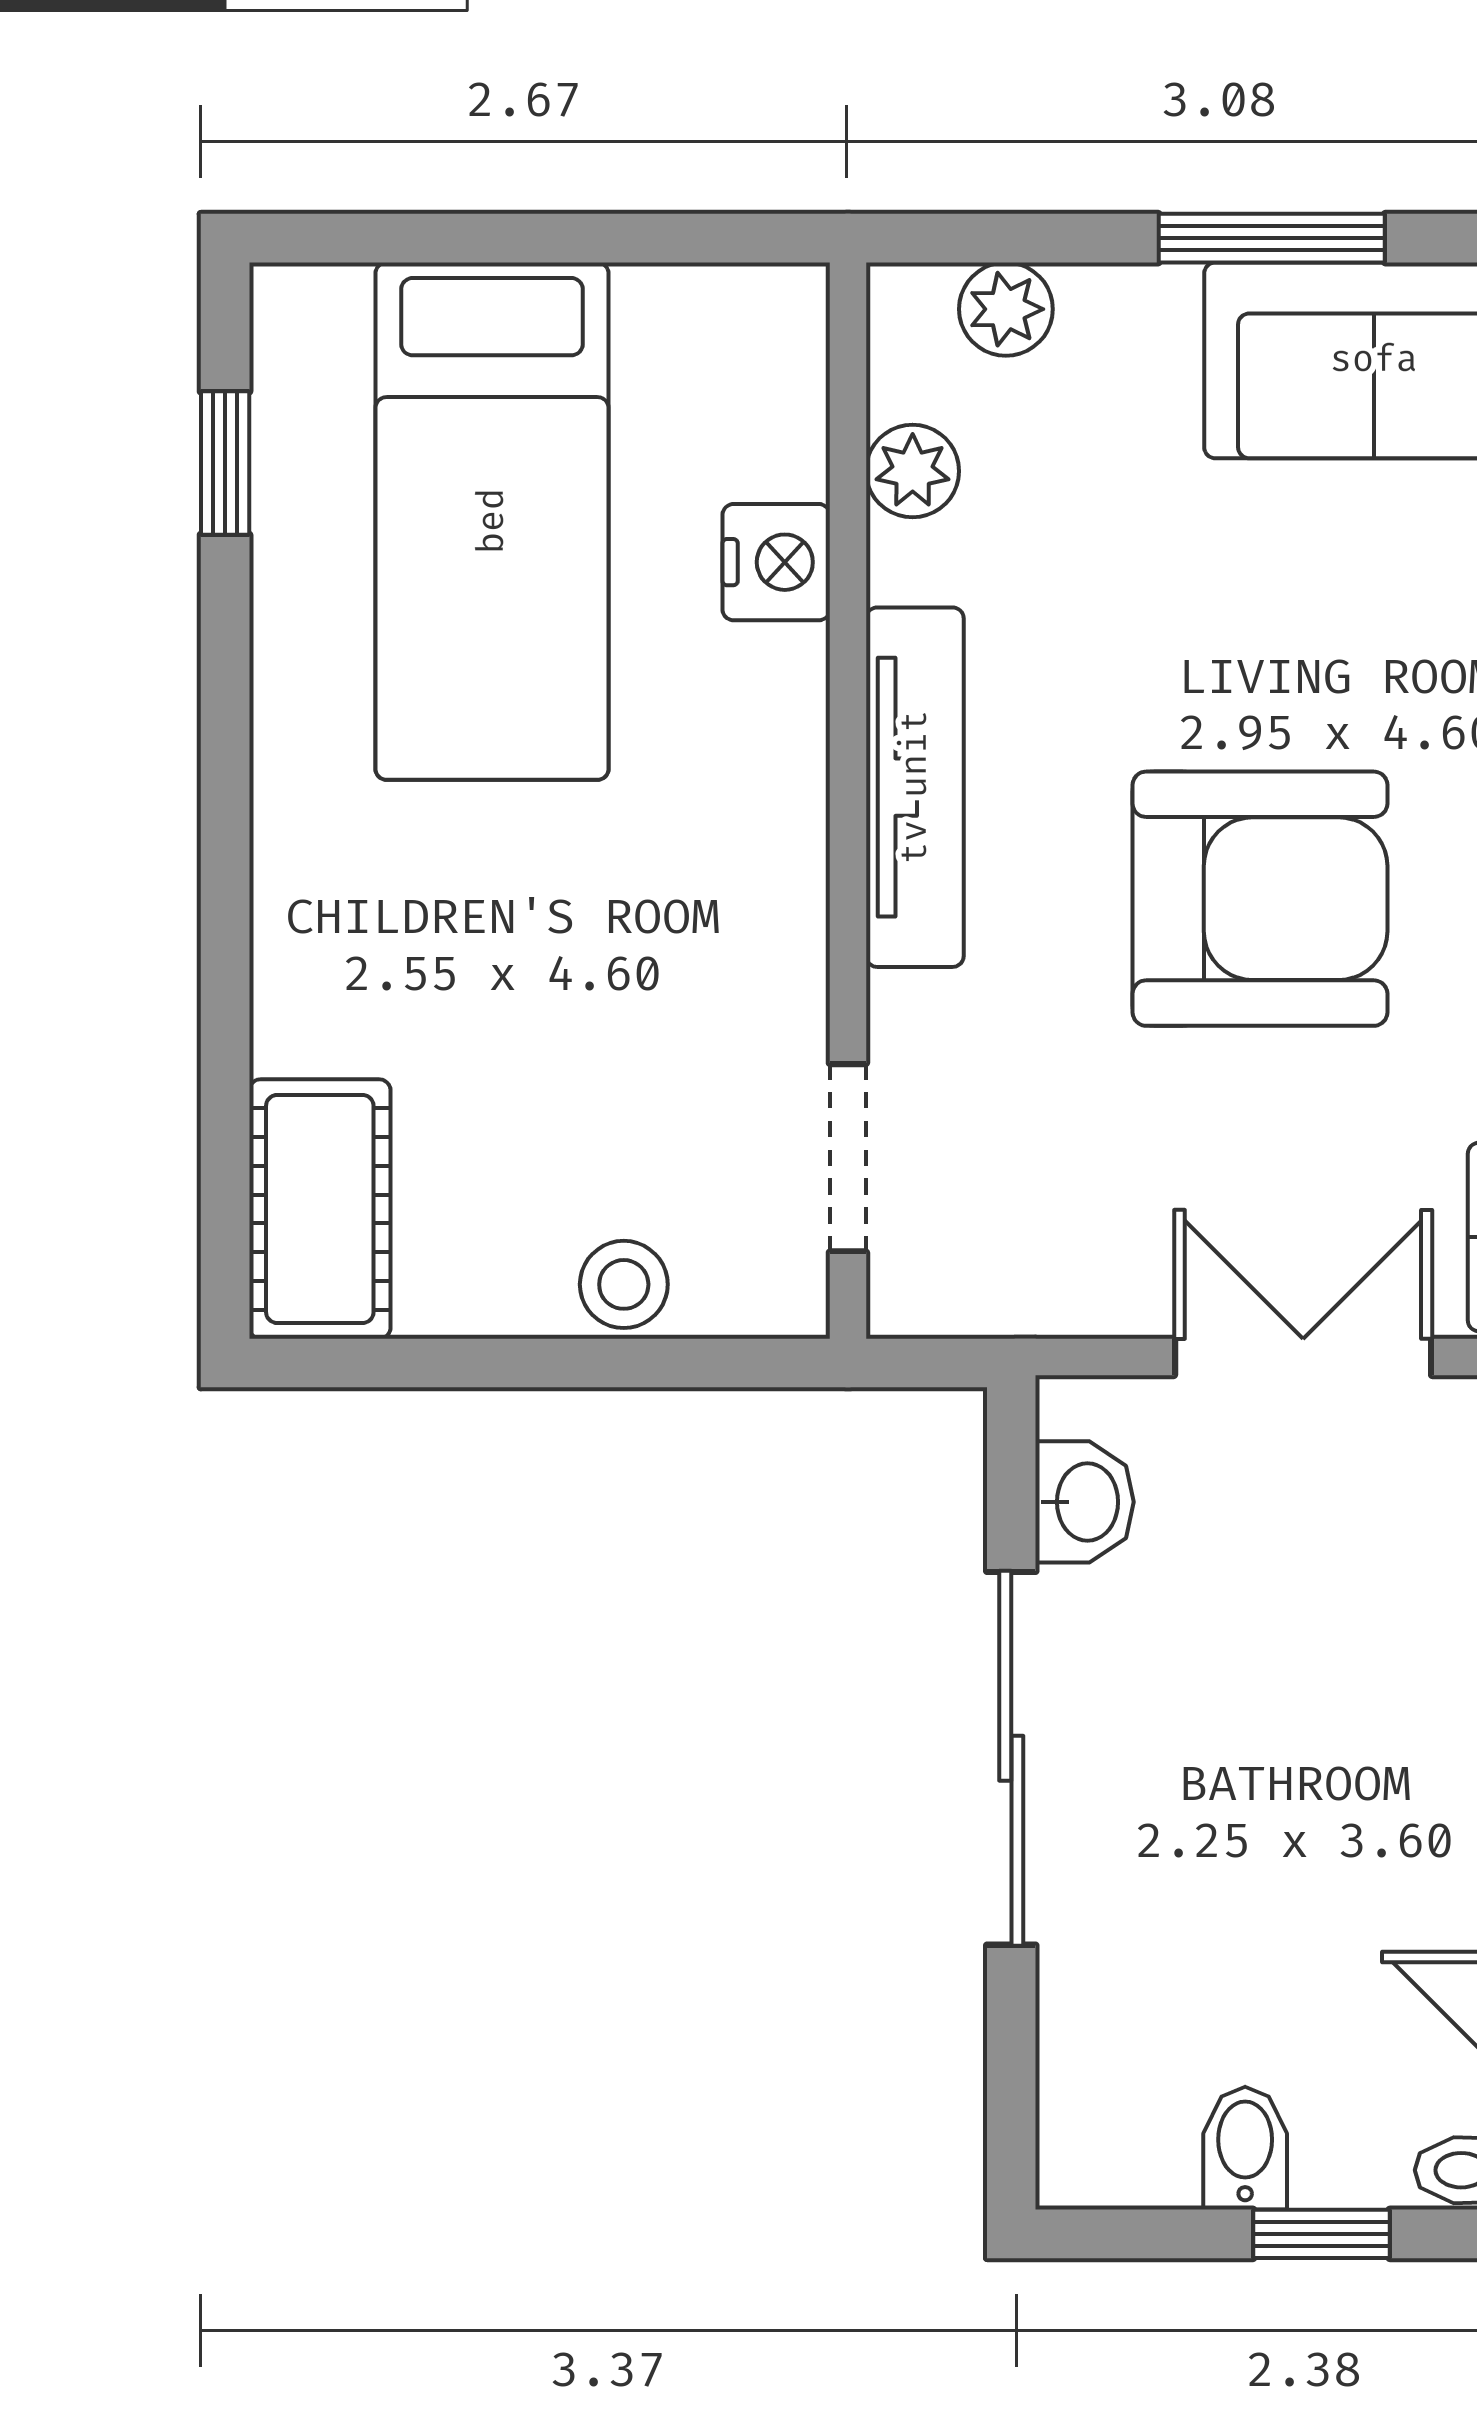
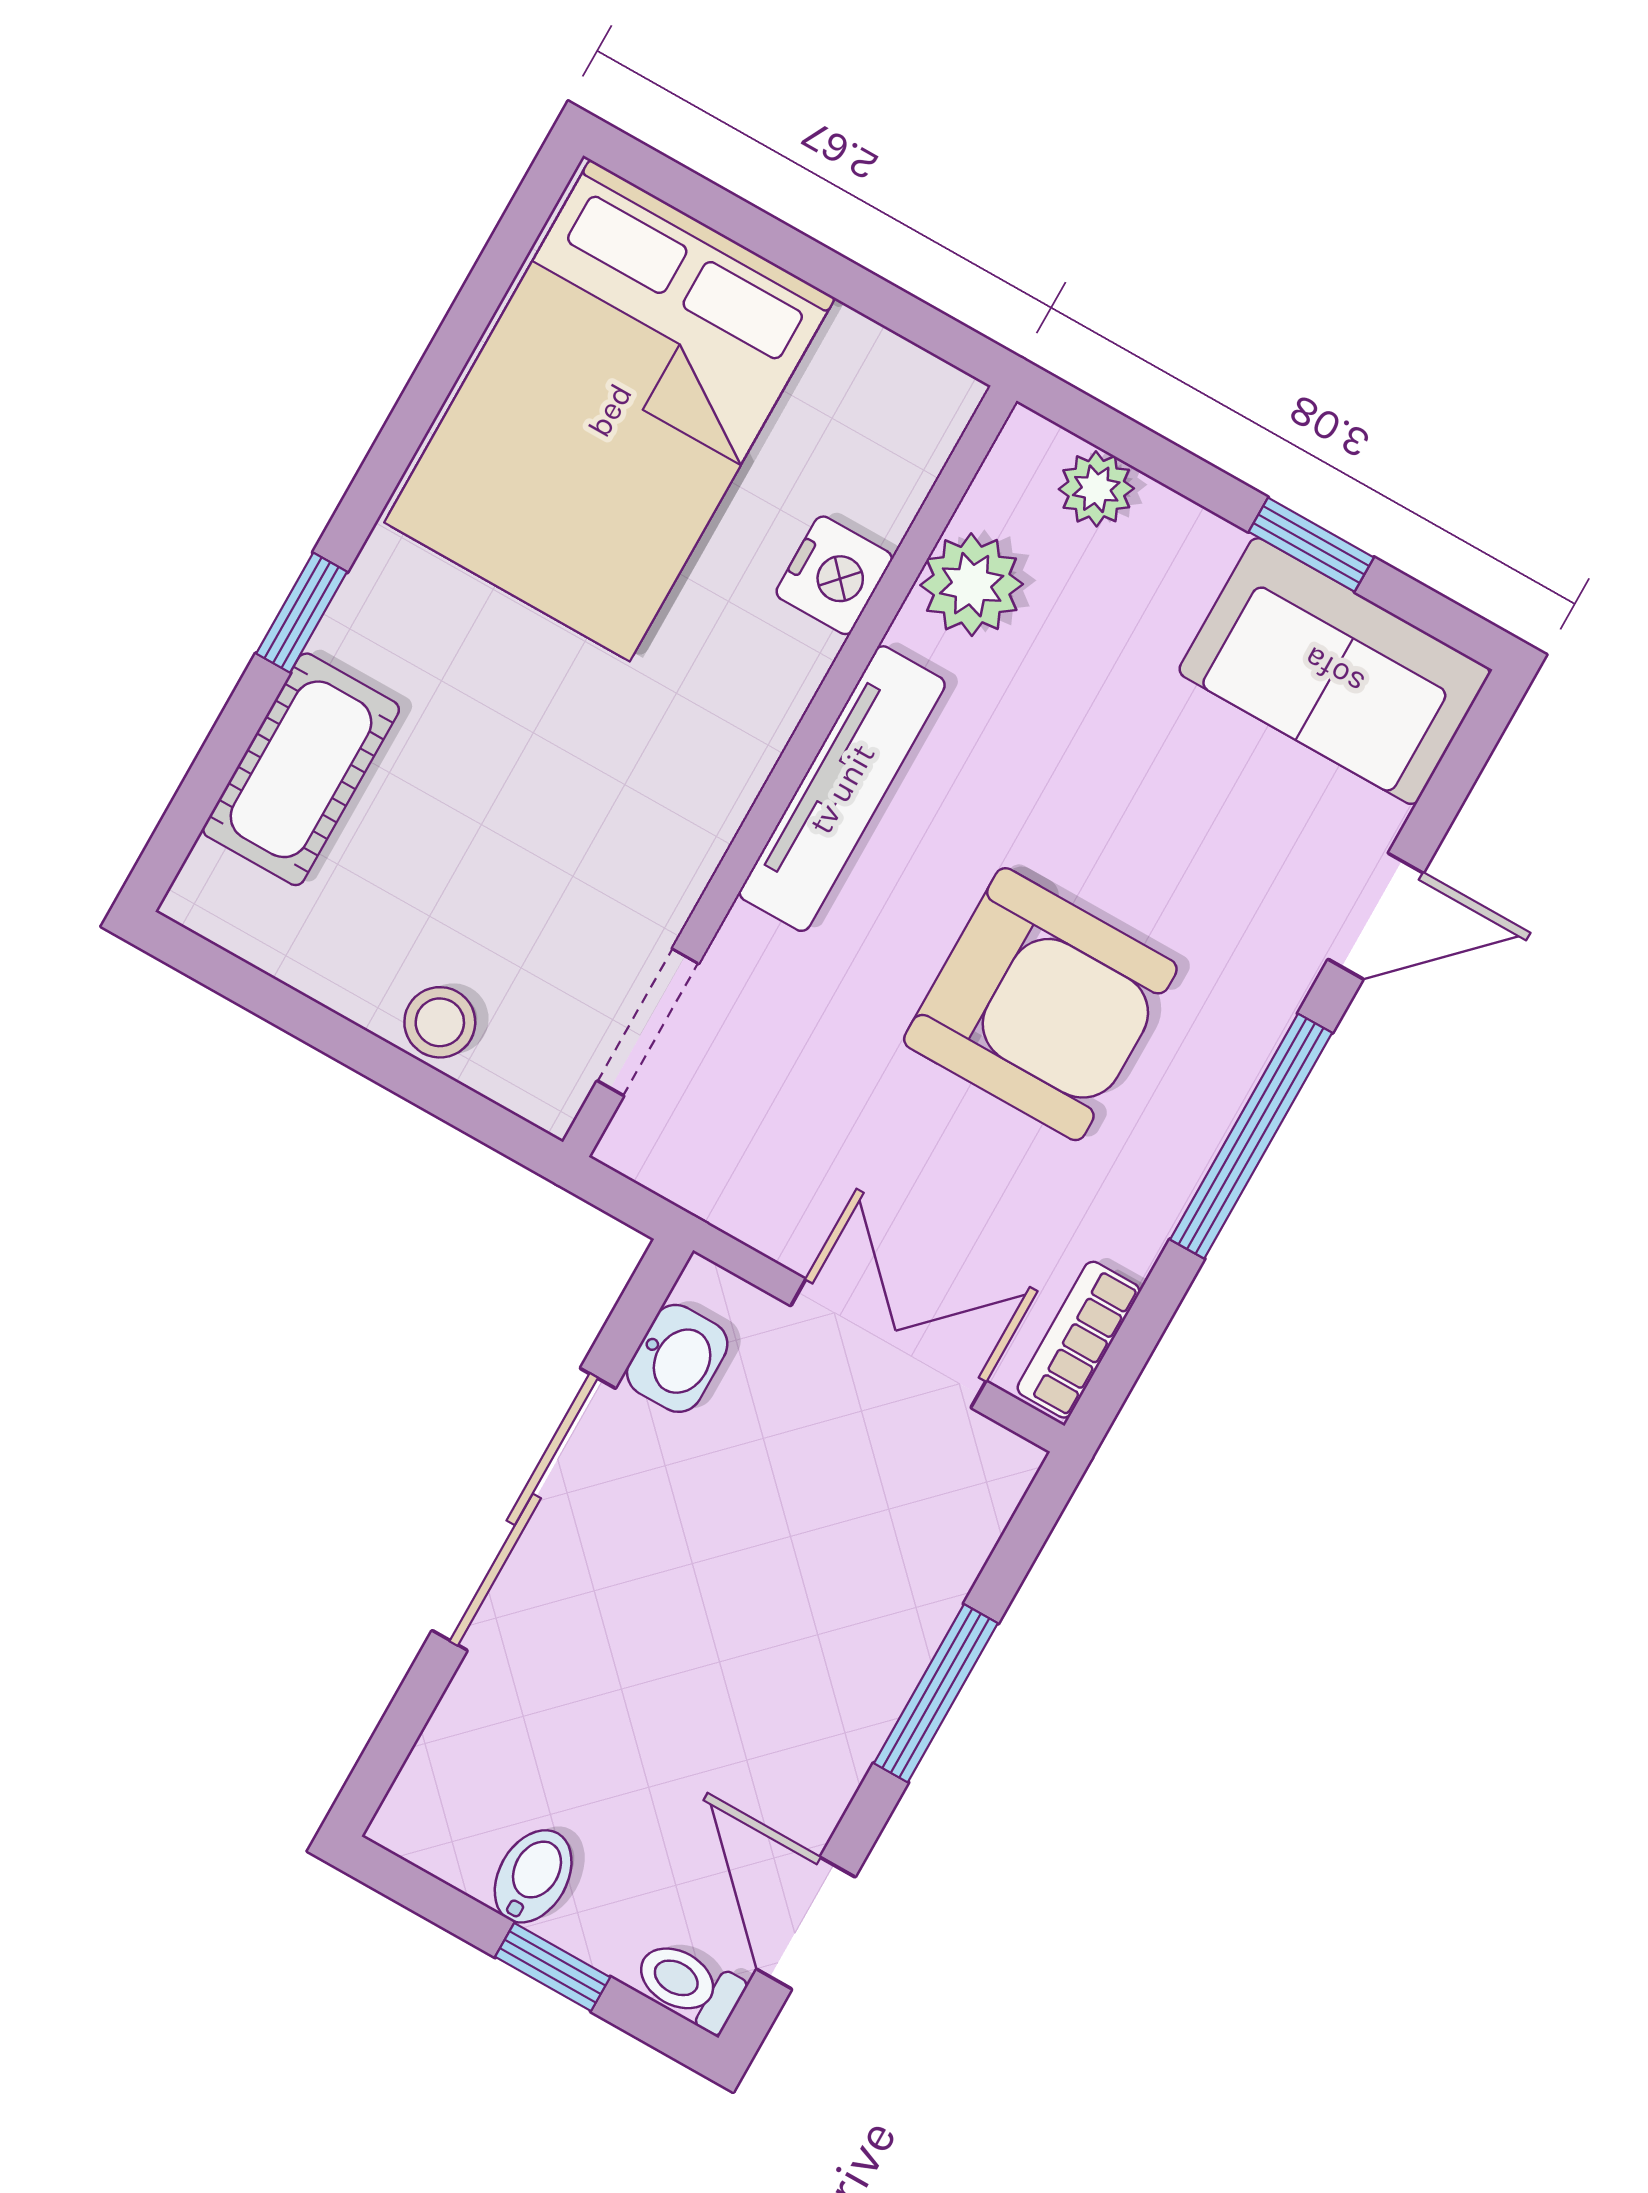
window: (1272, 238) -> (1311, 545), width x0.67
window: (225, 463) -> (302, 613), moved
plant: (913, 471) -> (972, 585), width x1.38, depth x1.38
bed: (492, 521) -> (610, 410), width x1.50
cot: (320, 1209) -> (301, 769), moved

